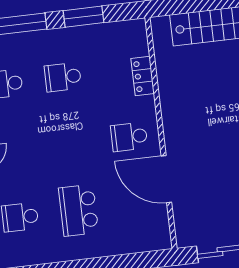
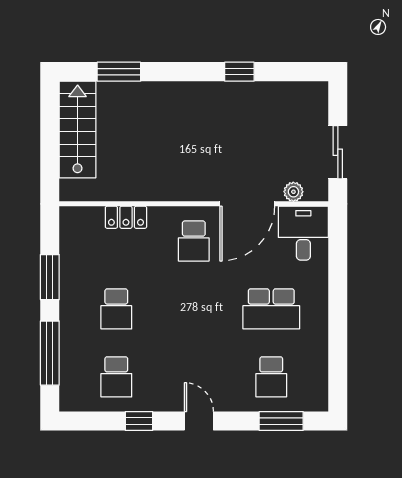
plant: (182, 218) -> (293, 192), added
desk: (147, 230) -> (303, 233), added

